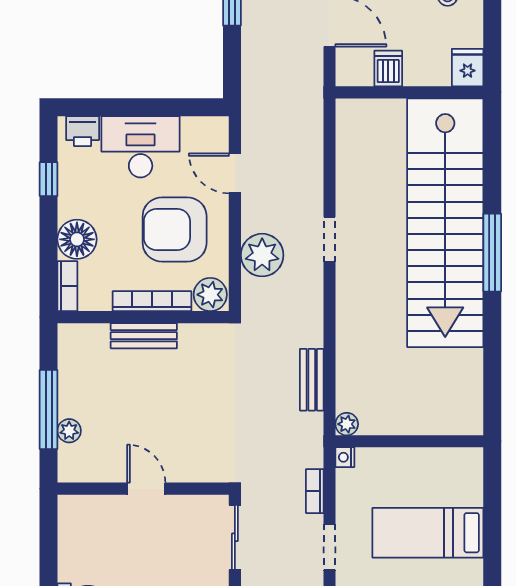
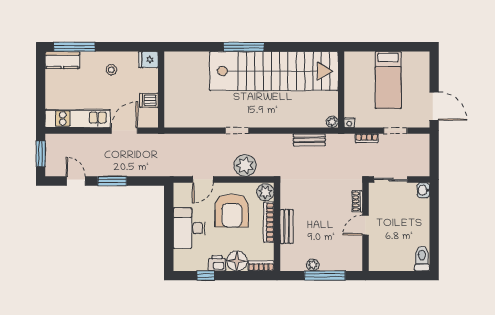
printer: (83, 131) -> (217, 263), moved, turned -90
stairs: (445, 223) -> (274, 71), moved
plant: (69, 431) -> (313, 265), moved
shoe rack: (193, 473) -> (357, 201), added

